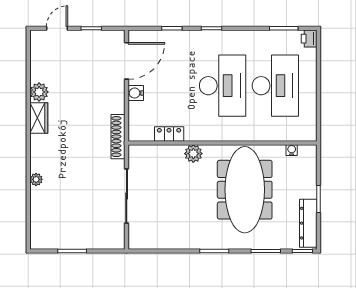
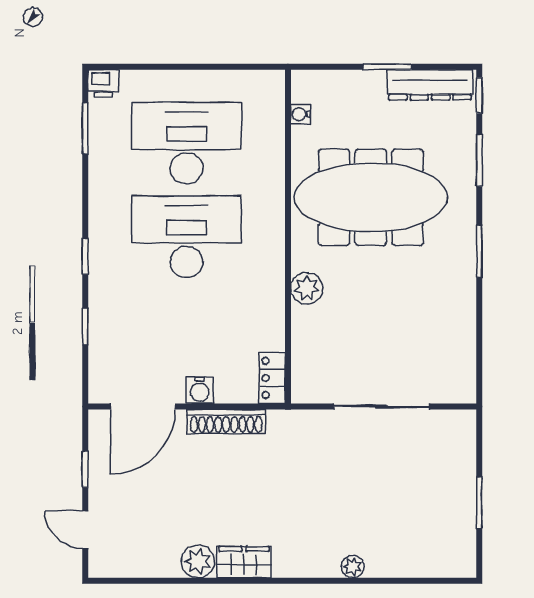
door: (127, 61) -> (143, 406), swing flipped
locker: (169, 134) -> (272, 378), moved
shoe rack: (118, 137) -> (226, 422), moved

